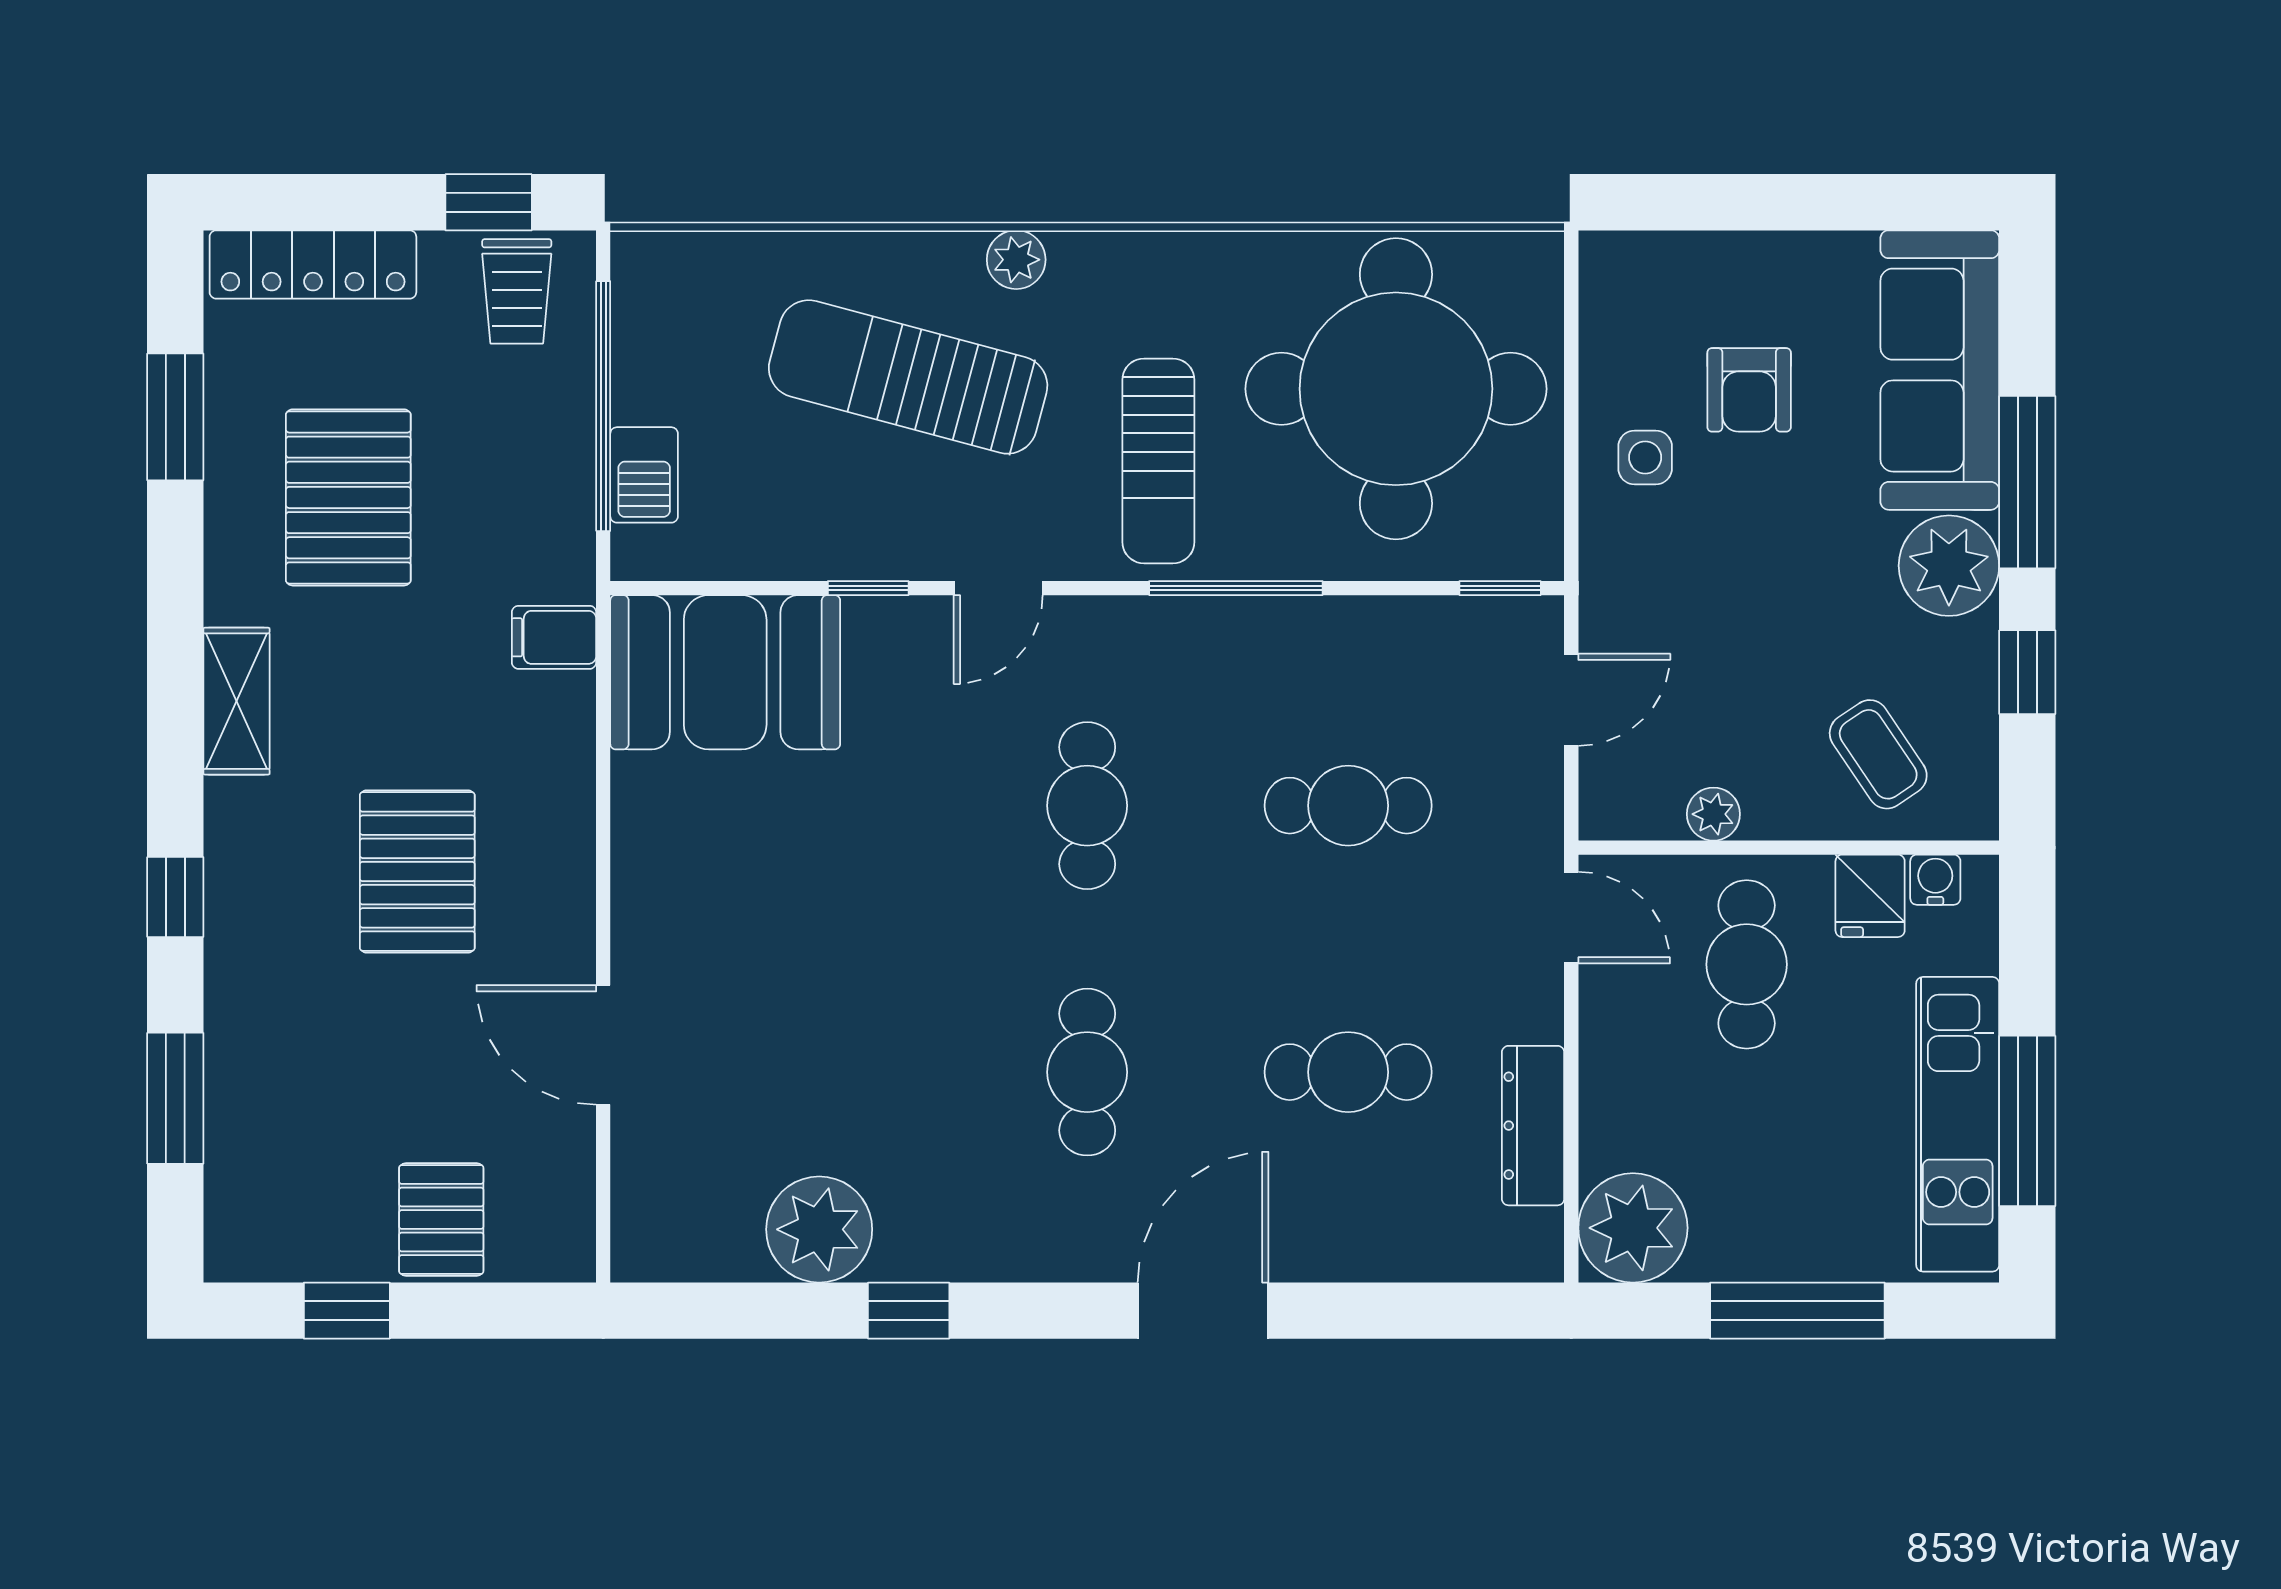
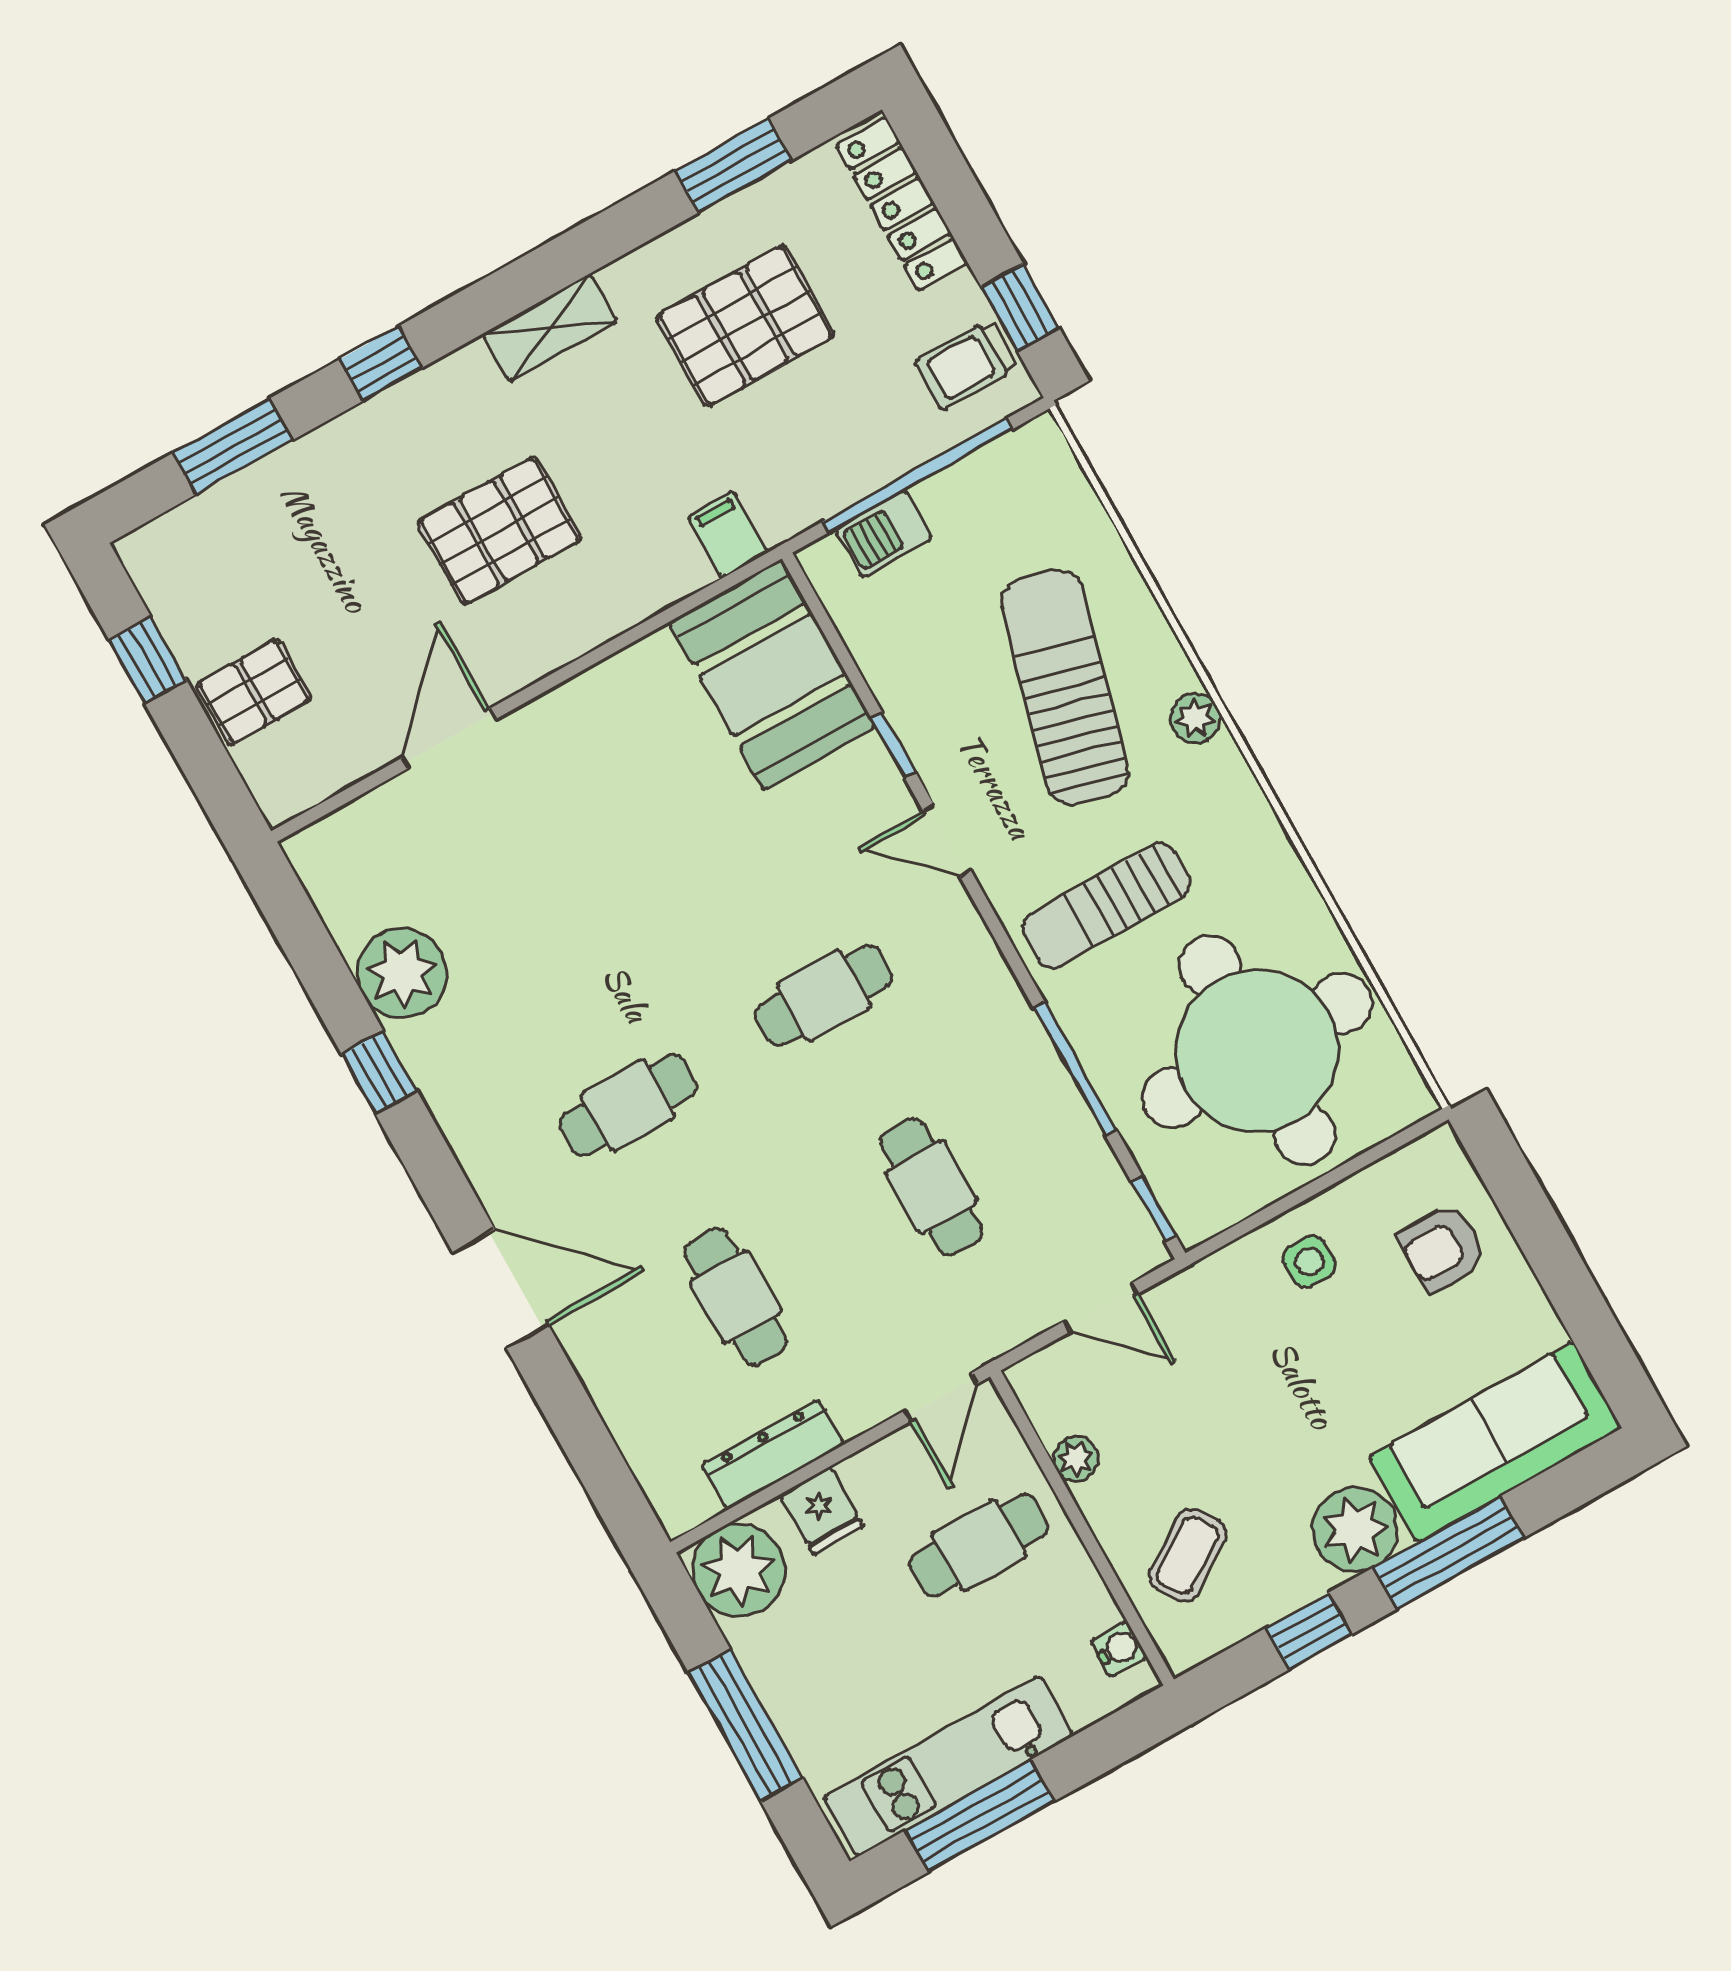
armchair: (1749, 390) -> (1443, 1248), moved
window: (1236, 588) -> (1075, 1069), moved
fridge: (1870, 896) -> (822, 1511), moved, turned -90

